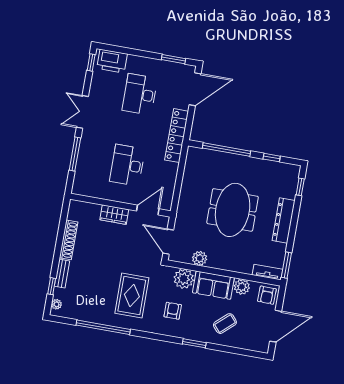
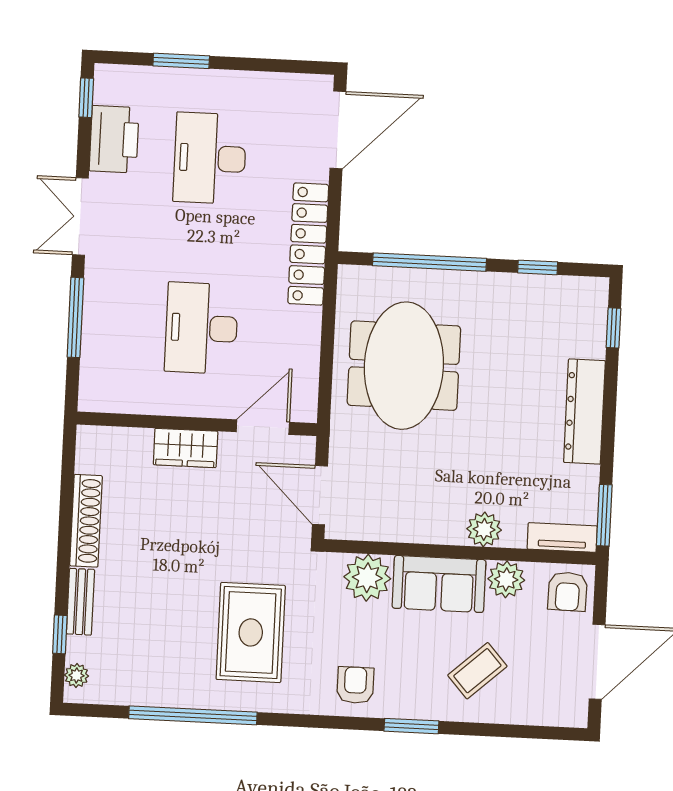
window: (174, 59) -> (181, 61), moved
printer: (112, 61) -> (114, 139), moved, turned -90
meeting table: (233, 210) -> (404, 366), moved
plant: (200, 258) -> (484, 529), moved
armchair: (173, 311) -> (355, 685), moved

